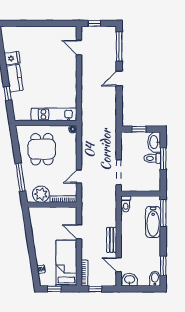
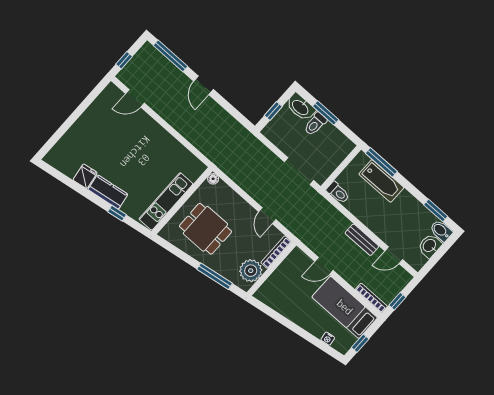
kitchen unit: (54, 114) -> (166, 201), moved
washbasin: (130, 280) -> (430, 246), moved

